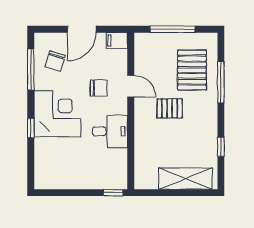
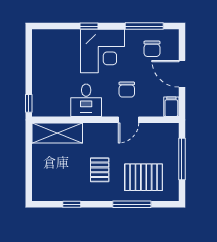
chair: (55, 61) -> (152, 49), turned -107
pallet: (170, 108) -> (100, 170), moved
shelving: (186, 179) -> (57, 133), moved, turned 90

